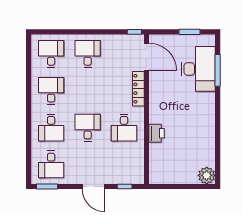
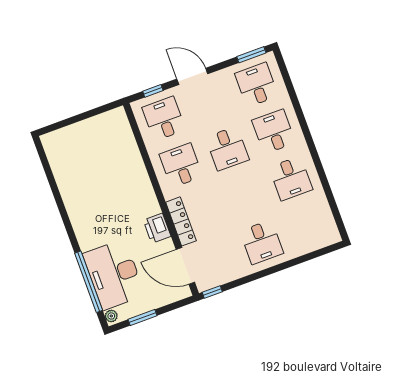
desk: (51, 54) -> (164, 119), moved, turned 180
window: (218, 70) -> (89, 282), width x1.46
printer: (157, 133) -> (157, 228), moved
plant: (207, 175) -> (111, 316), moved, width x0.53, depth x0.53

